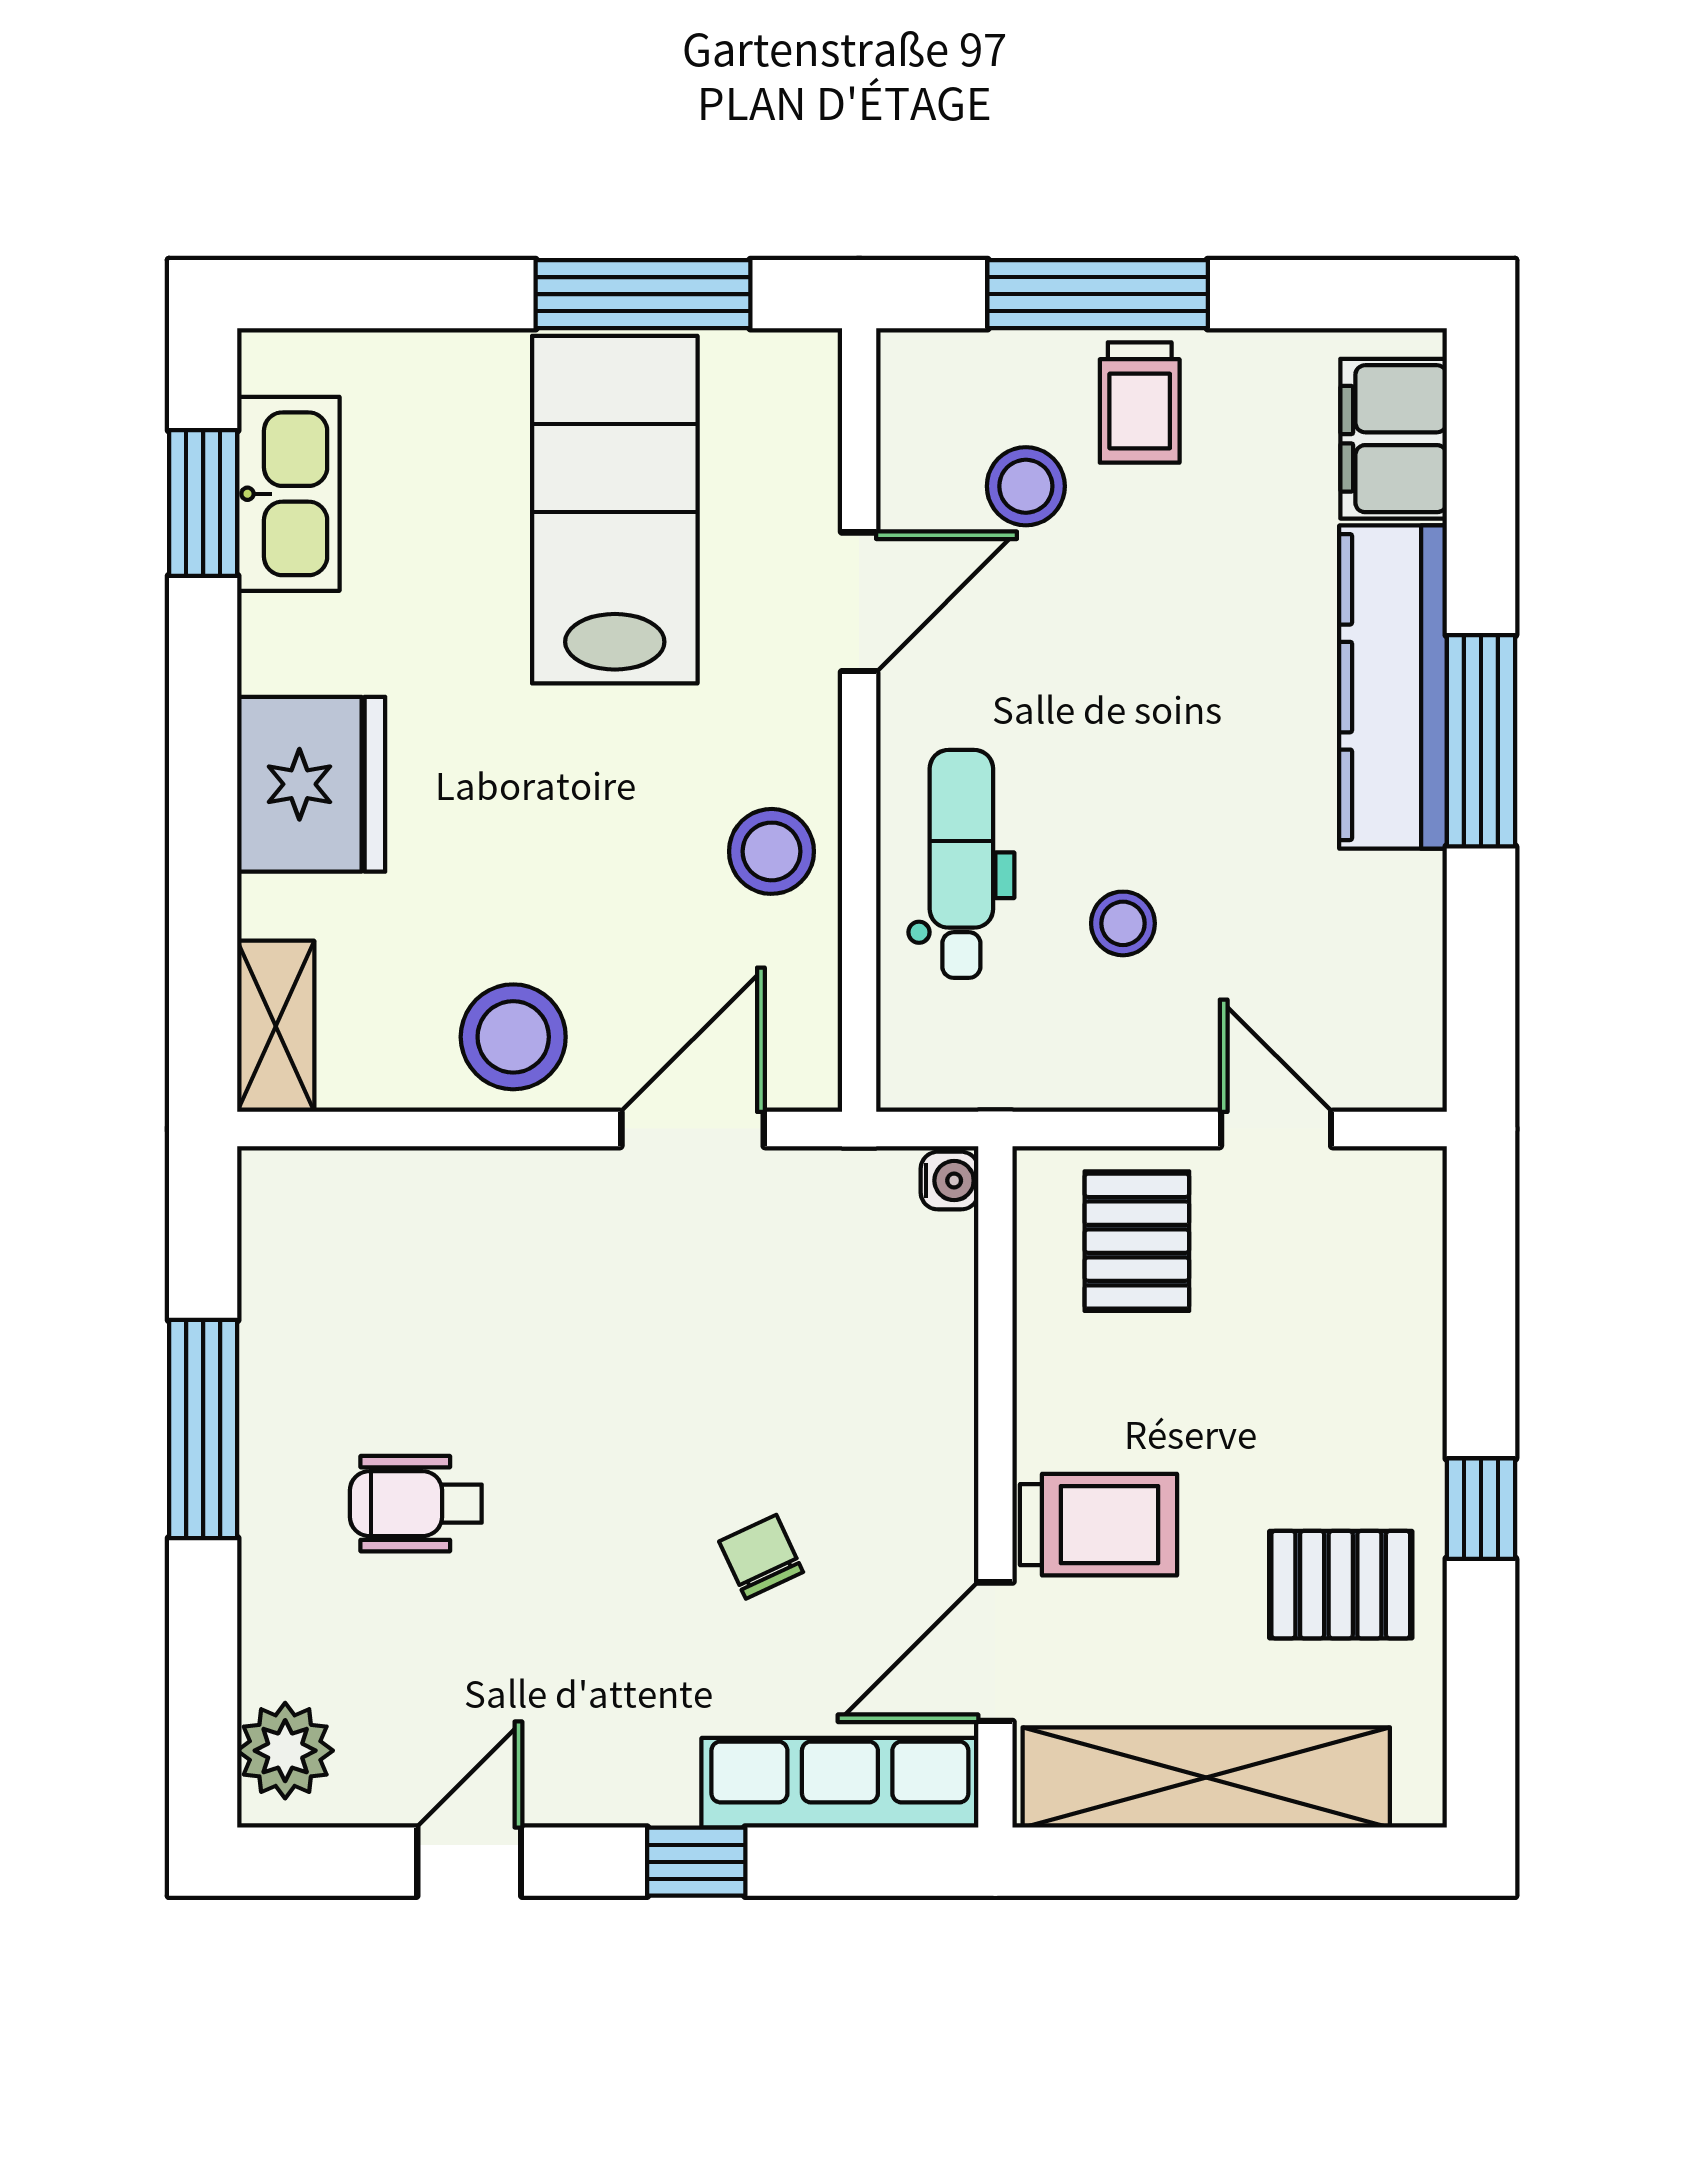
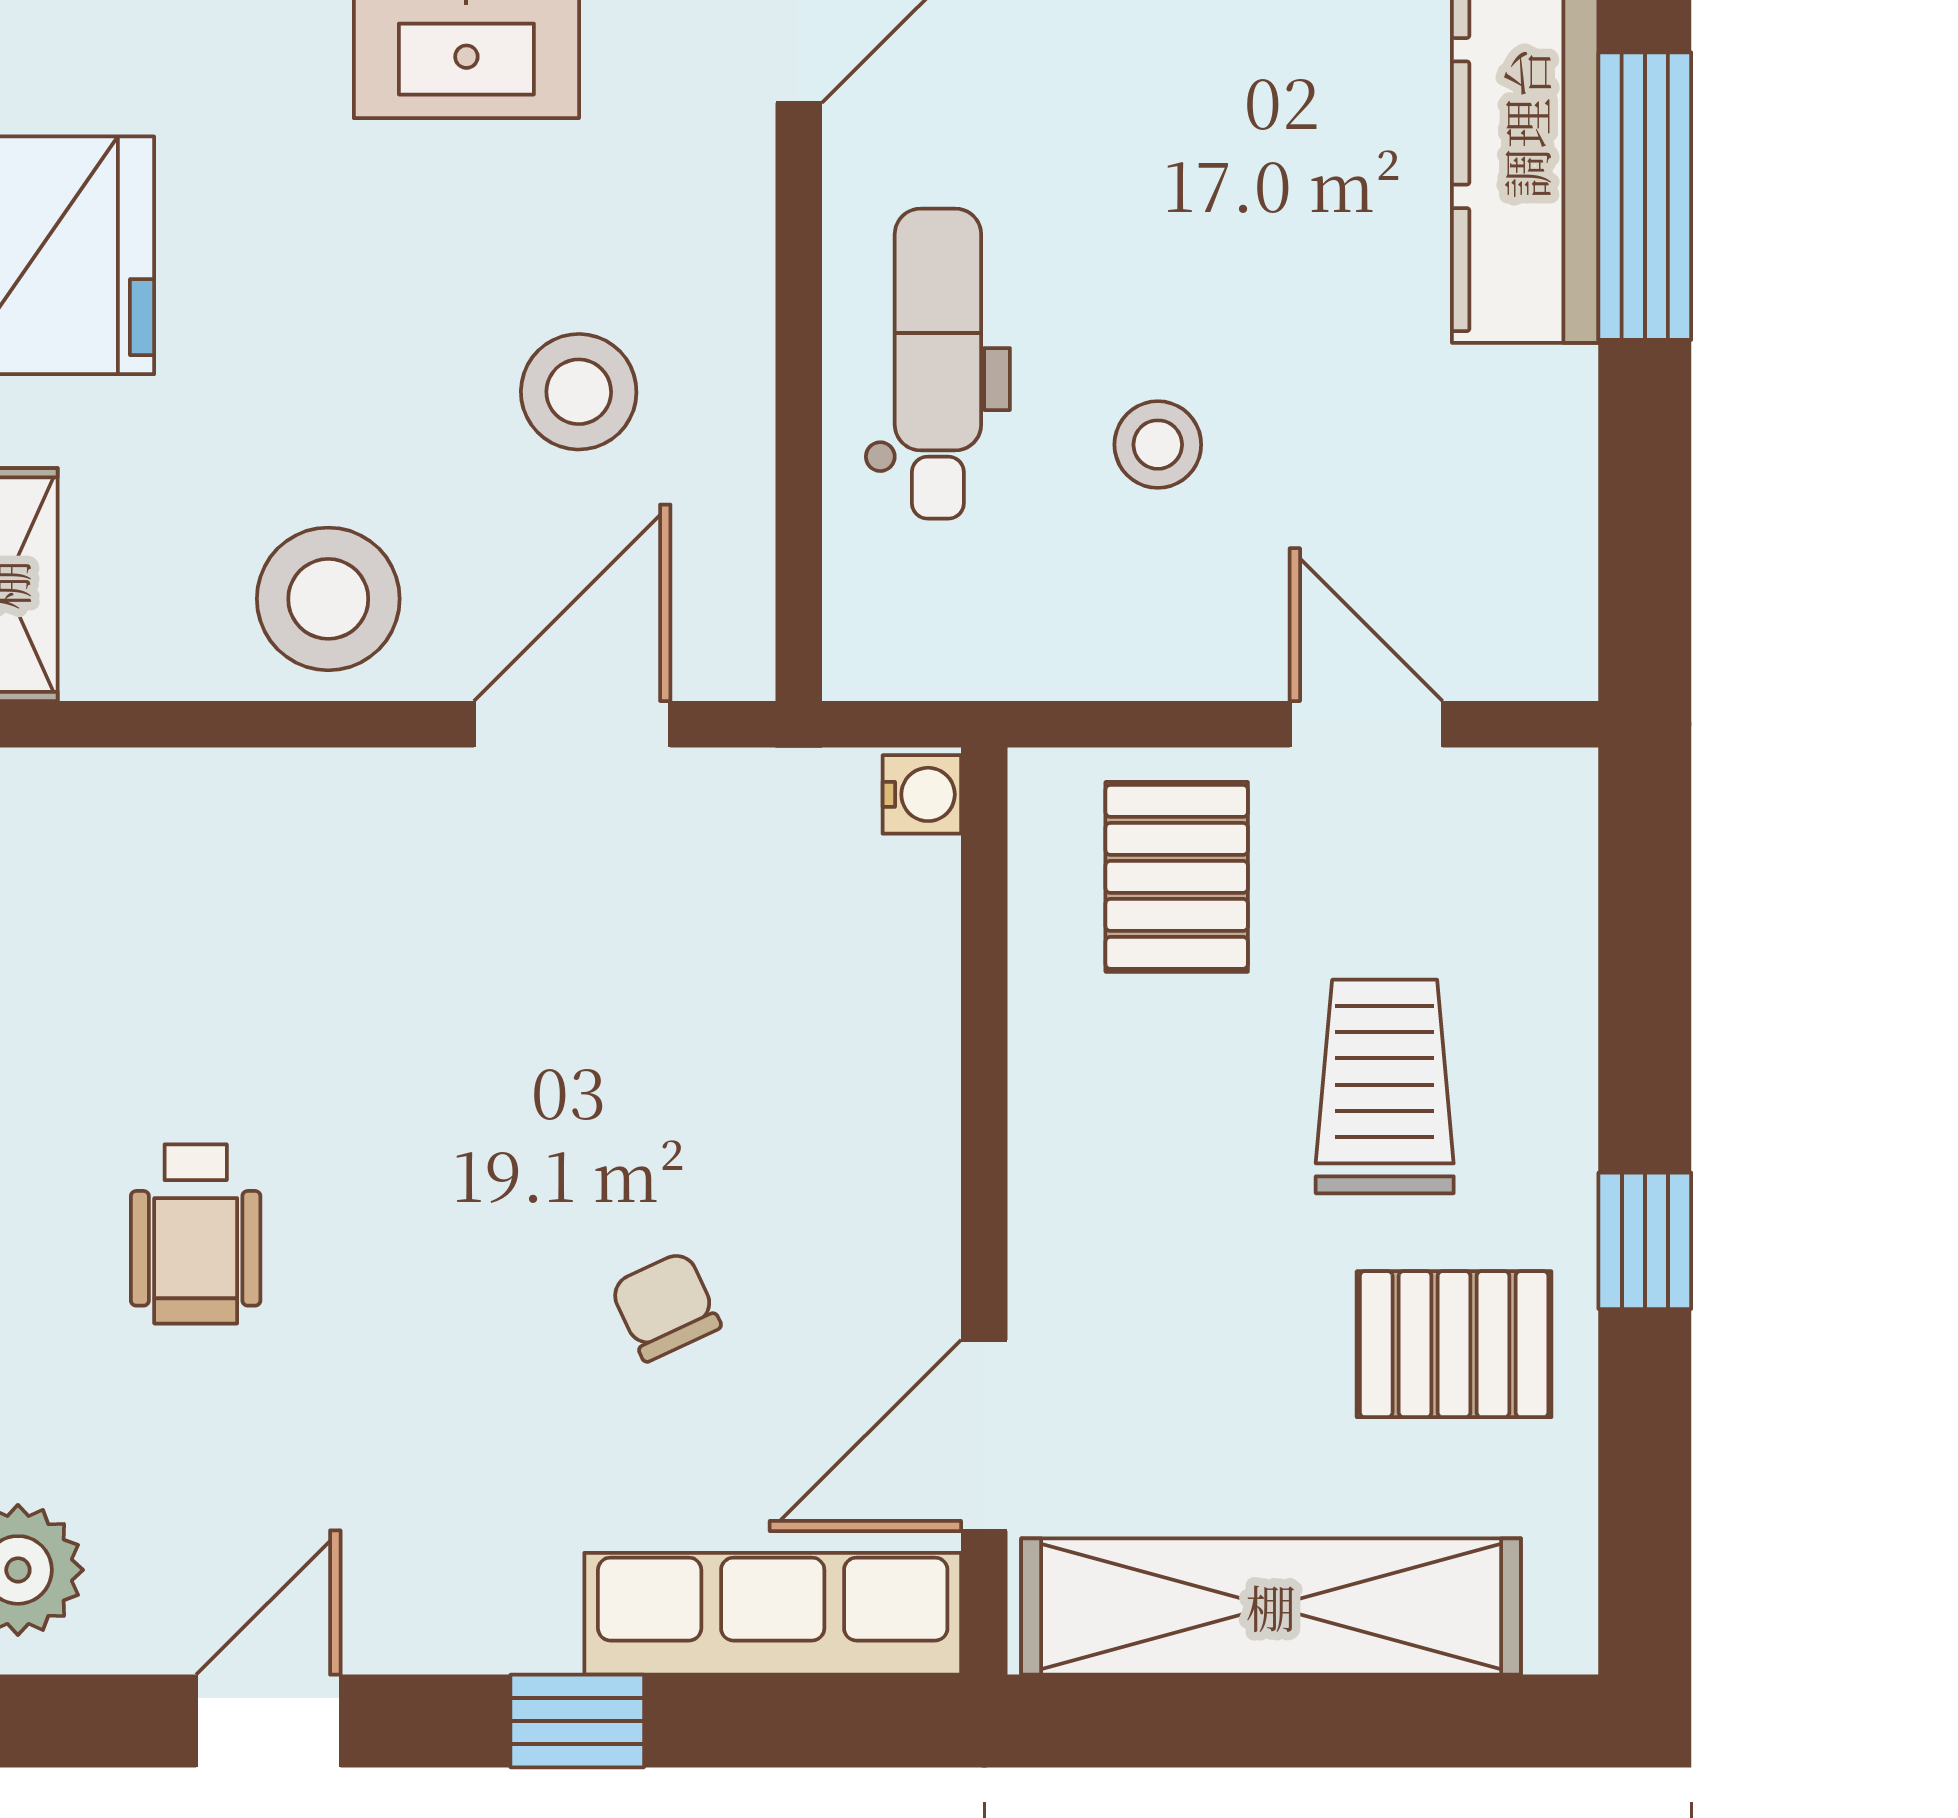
stool: (771, 851) -> (579, 392), moved
wheelchair: (416, 1504) -> (196, 1234), turned -90
trolley: (1098, 1525) -> (1385, 1087), moved, turned -90

